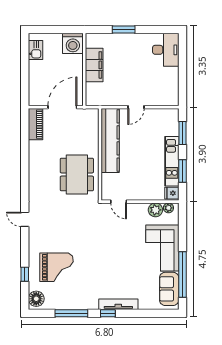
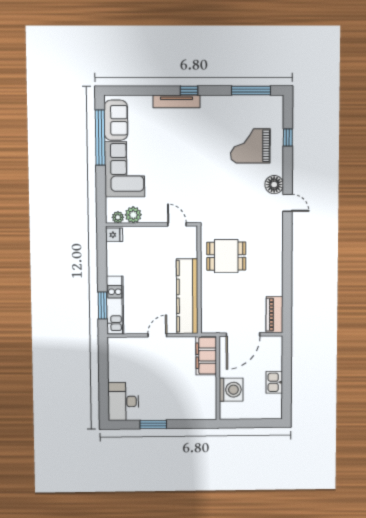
window: (124, 30) -> (153, 424), moved
washing machine: (73, 43) -> (231, 390), moved, turned 90
kitchen sink: (35, 50) -> (274, 382), moved
filing cabinet: (94, 65) -> (206, 356), moved
kitchen unit: (172, 161) -> (115, 305), moved
window: (182, 171) -> (102, 261), removed
dining table: (77, 175) -> (226, 256), width x0.73
floor lamp: (36, 299) -> (274, 185), moved
window: (71, 313) -> (251, 90), moved

